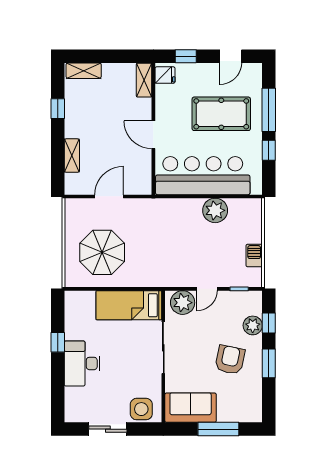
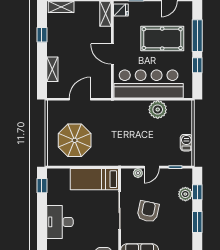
plant: (183, 303) -> (138, 173), width x0.53, depth x0.53
window: (58, 342) -> (42, 186), moved
armchair: (230, 360) -> (148, 211), moved

